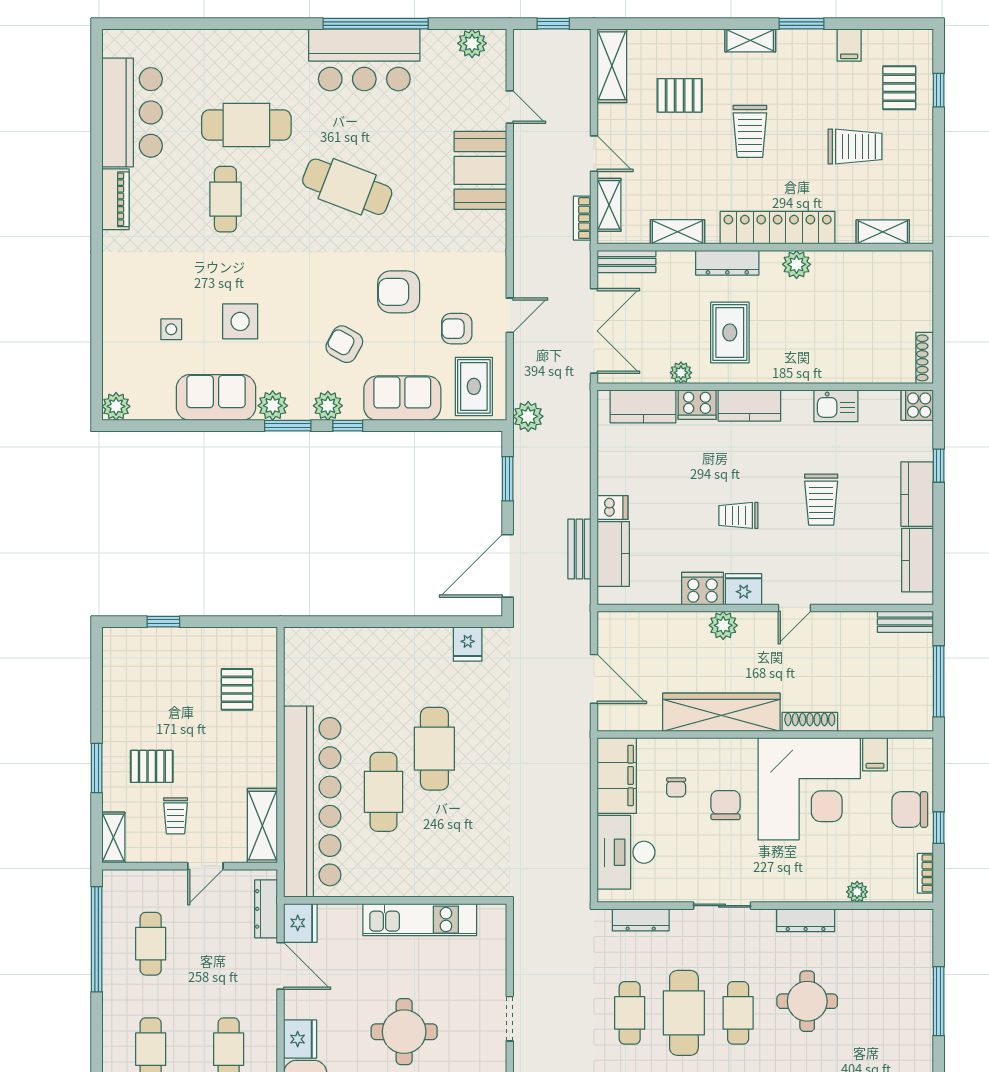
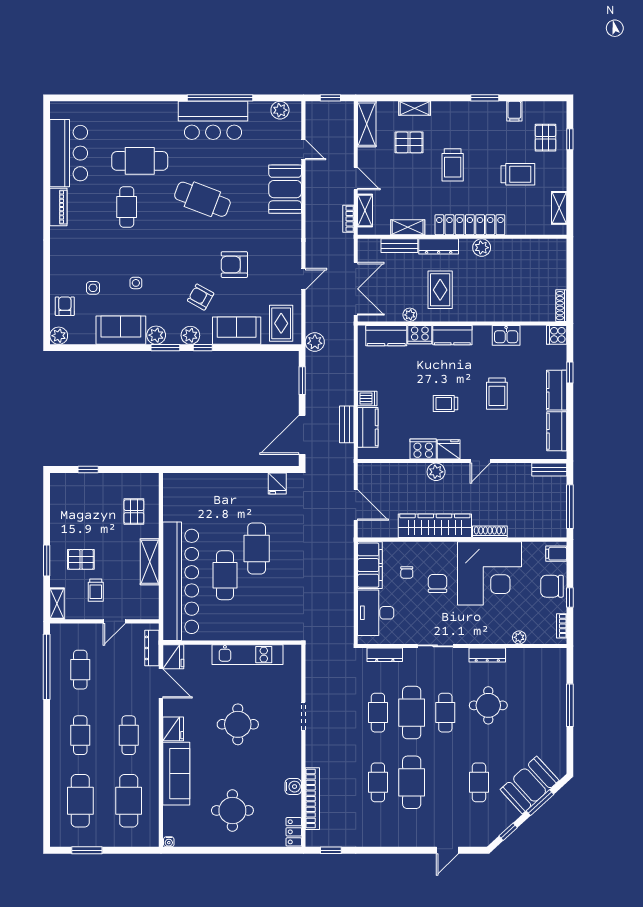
shelving: (750, 40) -> (415, 108), moved
shelving: (883, 232) -> (559, 208), moved, turned 90
bench: (626, 261) -> (399, 246), moved
side table: (240, 321) -> (136, 283), width x0.54, depth x0.54
armchair: (457, 329) -> (65, 306), moved, turned 90
filing cabinet: (875, 754) -> (556, 554), moved, turned 90
shelving: (262, 826) -> (150, 562), moved

